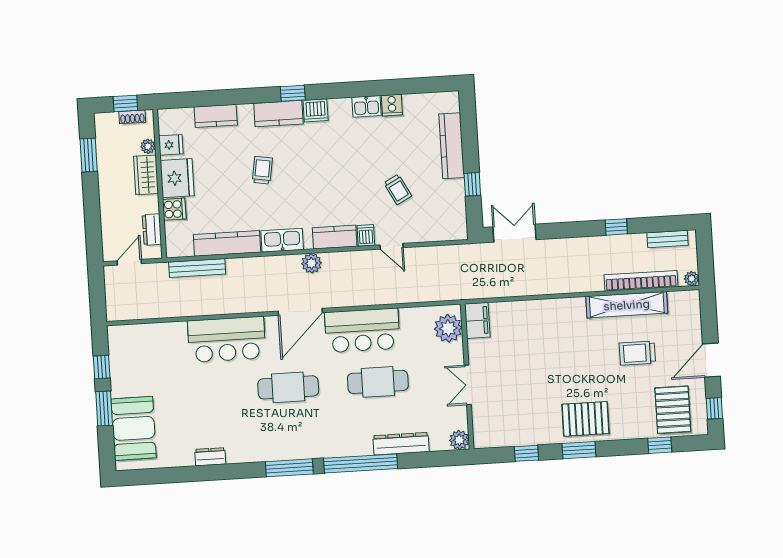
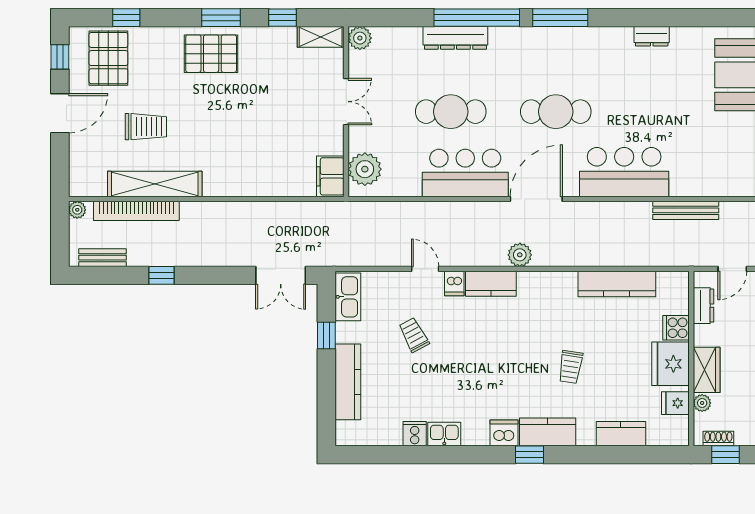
kitchen sink: (282, 240) -> (348, 297), moved, turned -90
bench: (197, 268) -> (686, 210), moved
shelving: (493, 439) -> (321, 37), added
dresser: (401, 444) -> (455, 38), moved

